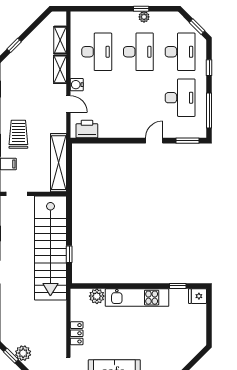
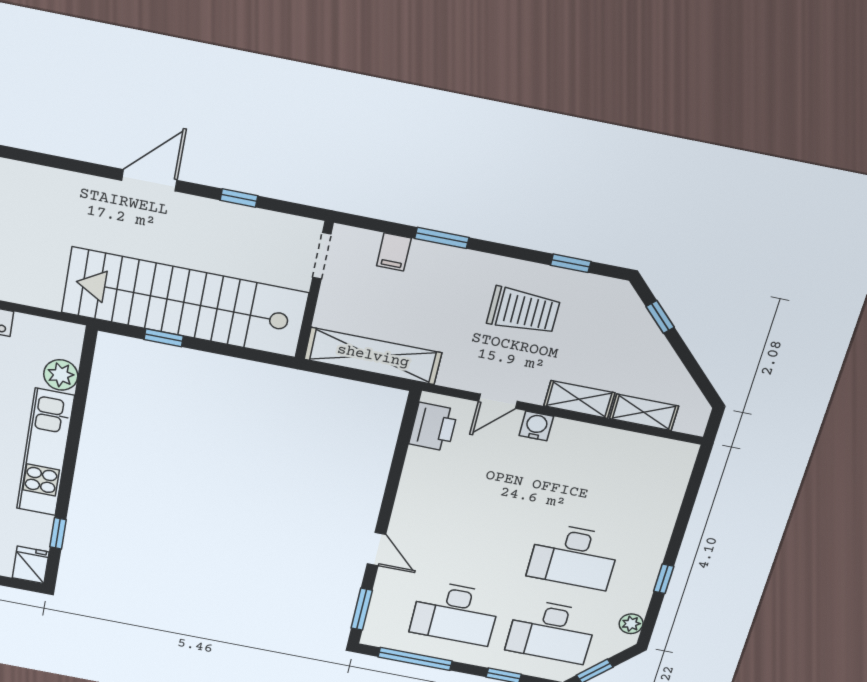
plant: (144, 17) -> (631, 624), moved
desk: (97, 52) -> (597, 478), removed
trolley: (18, 134) -> (524, 311), moved

